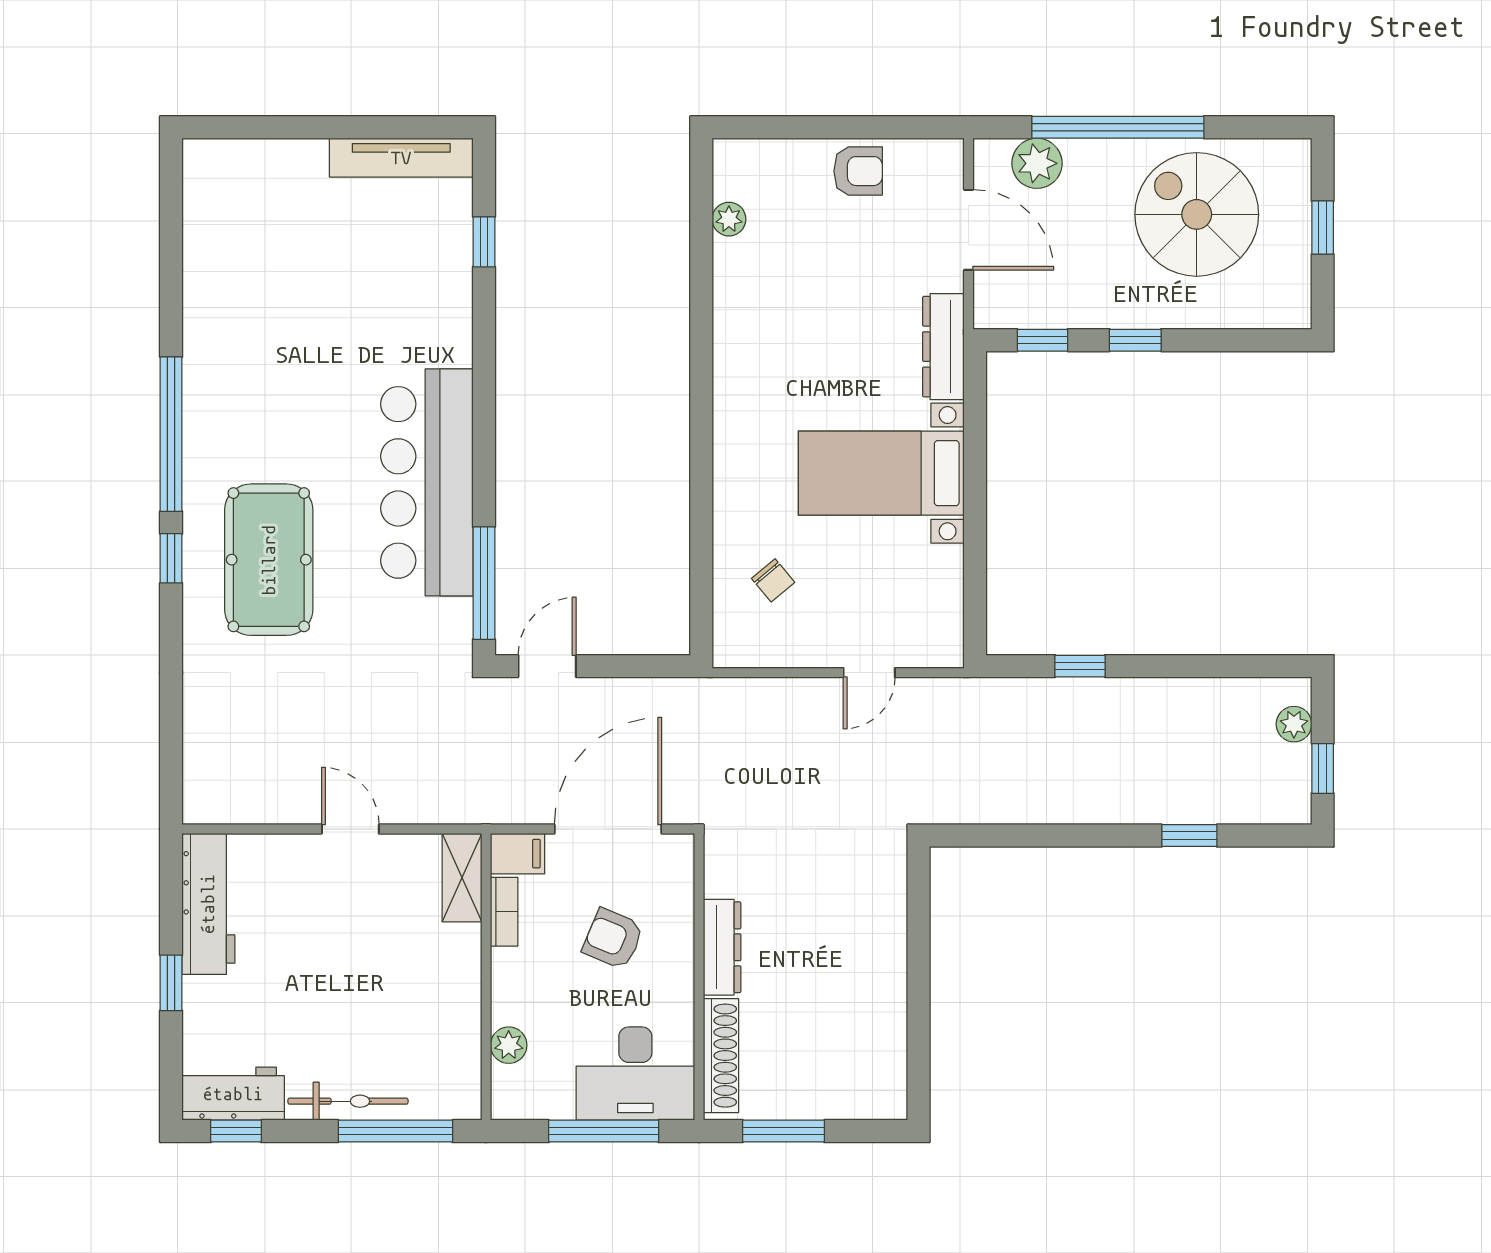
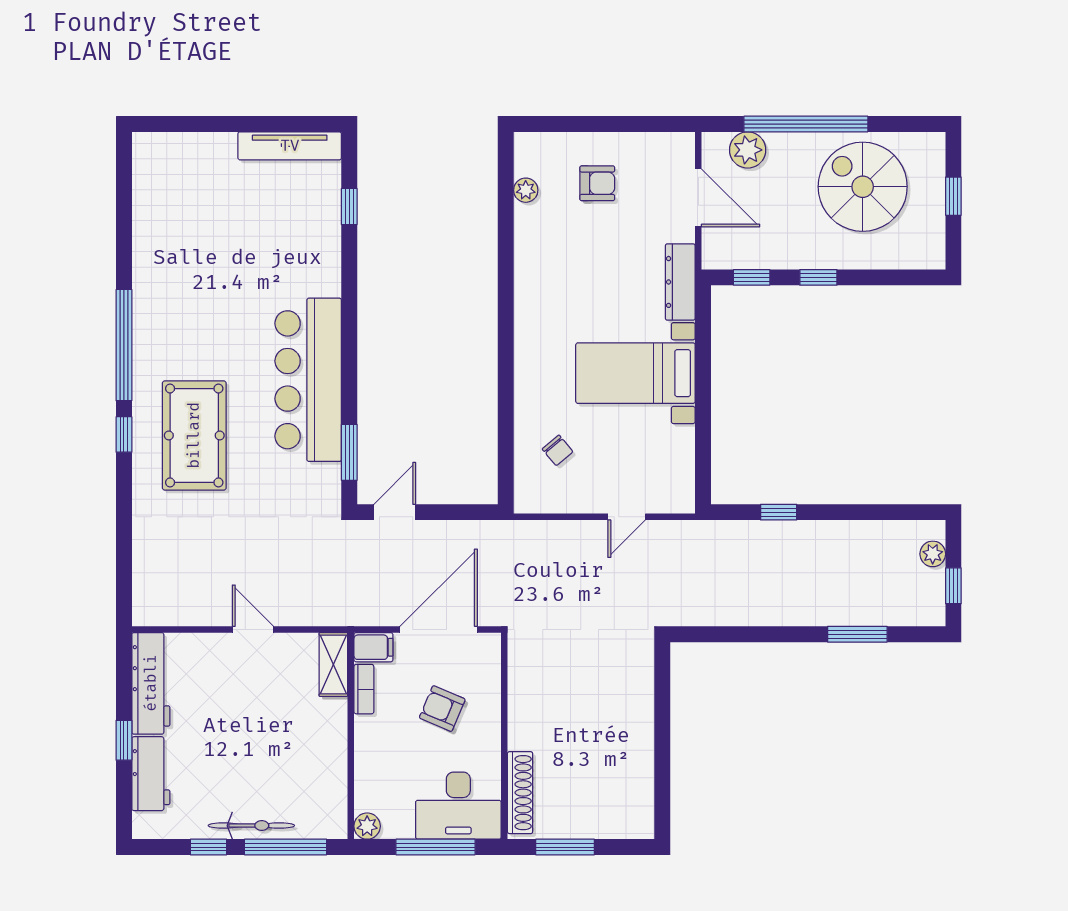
armchair: (858, 171) -> (597, 183), moved
window: (484, 583) -> (349, 452), width x0.69
window: (1189, 836) -> (857, 634), width x1.50
dresser: (722, 947) -> (521, 715), removed
plant: (509, 1045) -> (367, 826), moved
workbench: (233, 1094) -> (151, 774), moved, turned 90
window: (236, 1131) -> (208, 847), moved

